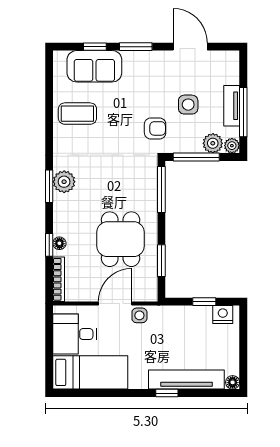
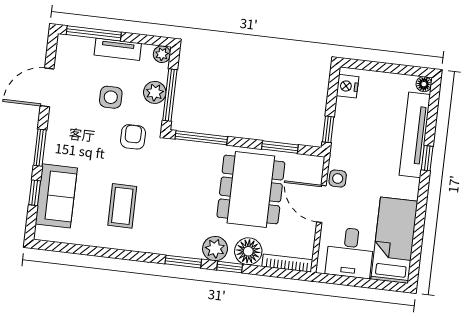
window: (243, 112) -> (94, 33), moved
coffee table: (77, 114) -> (122, 206), moved
plant: (213, 143) -> (155, 92), moved
plant: (64, 182) -> (215, 249), moved
dining table: (121, 239) -> (251, 189), width x1.37
floor lamp: (59, 243) -> (248, 251), width x1.89, depth x1.89
window: (49, 245) -> (230, 267), moved
window: (204, 302) -> (328, 129), moved

